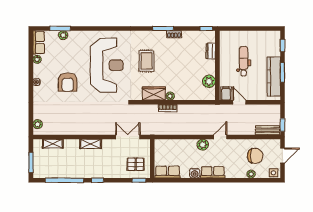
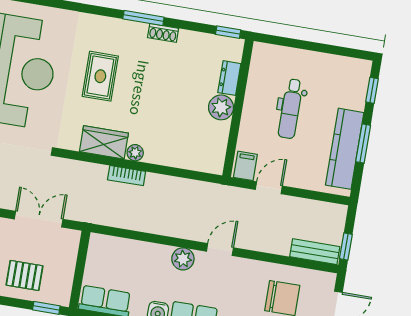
dental chair: (244, 61) -> (291, 109), turned 180
plant: (209, 81) -> (221, 107), moved
door: (239, 102) -> (269, 188), hinge flipped
pallet: (136, 164) -> (24, 275), moved

